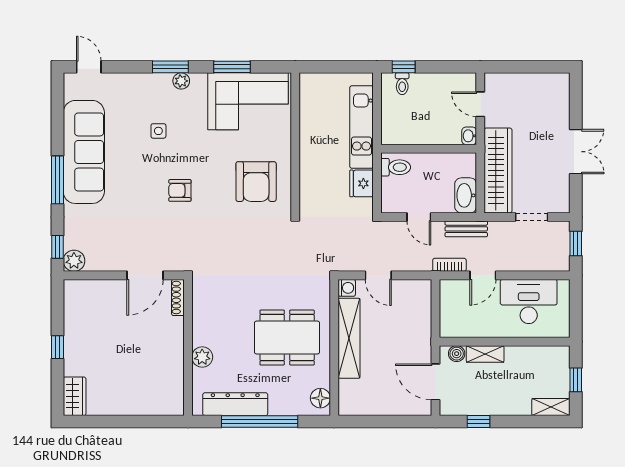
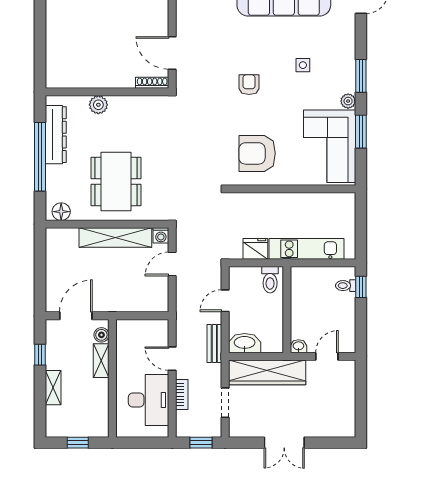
plant: (181, 81) -> (348, 101), moved
bookcase: (449, 265) -> (182, 395), moved
shelving: (551, 407) -> (53, 388), moved

